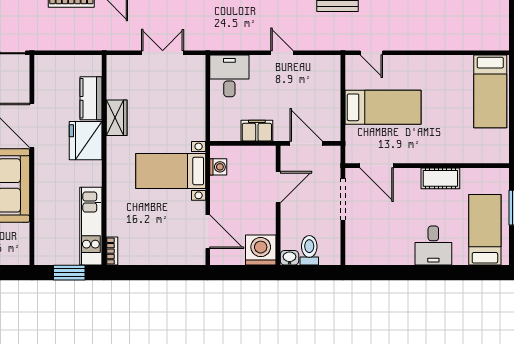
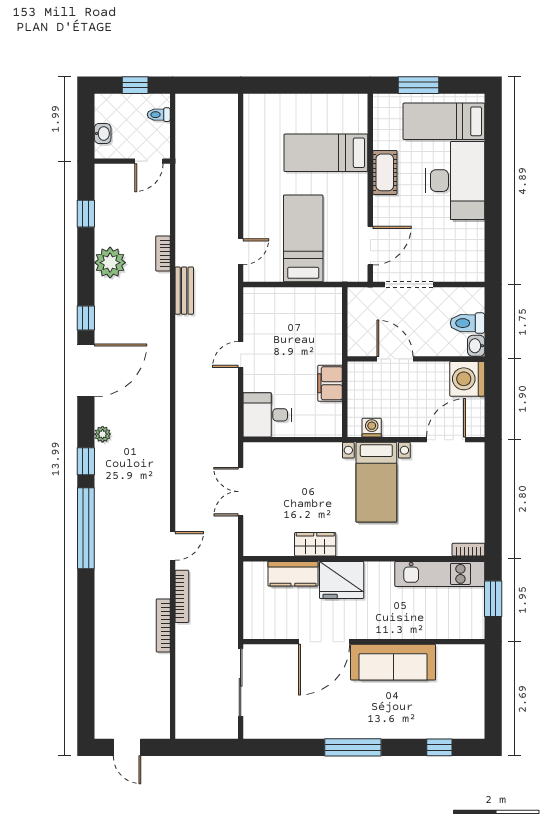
bed: (490, 91) -> (326, 153), moved, turned 180
door: (306, 143) -> (345, 327), removed
desk: (433, 246) -> (455, 181), width x1.87, depth x1.30

